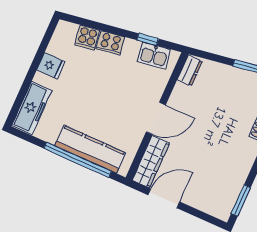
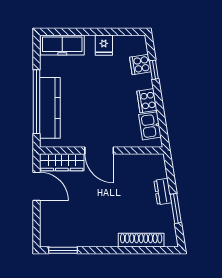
window: (148, 39) -> (154, 70), moved
cooker: (110, 43) -> (147, 101), moved
dresser: (190, 71) -> (163, 192), moved, turned 81

